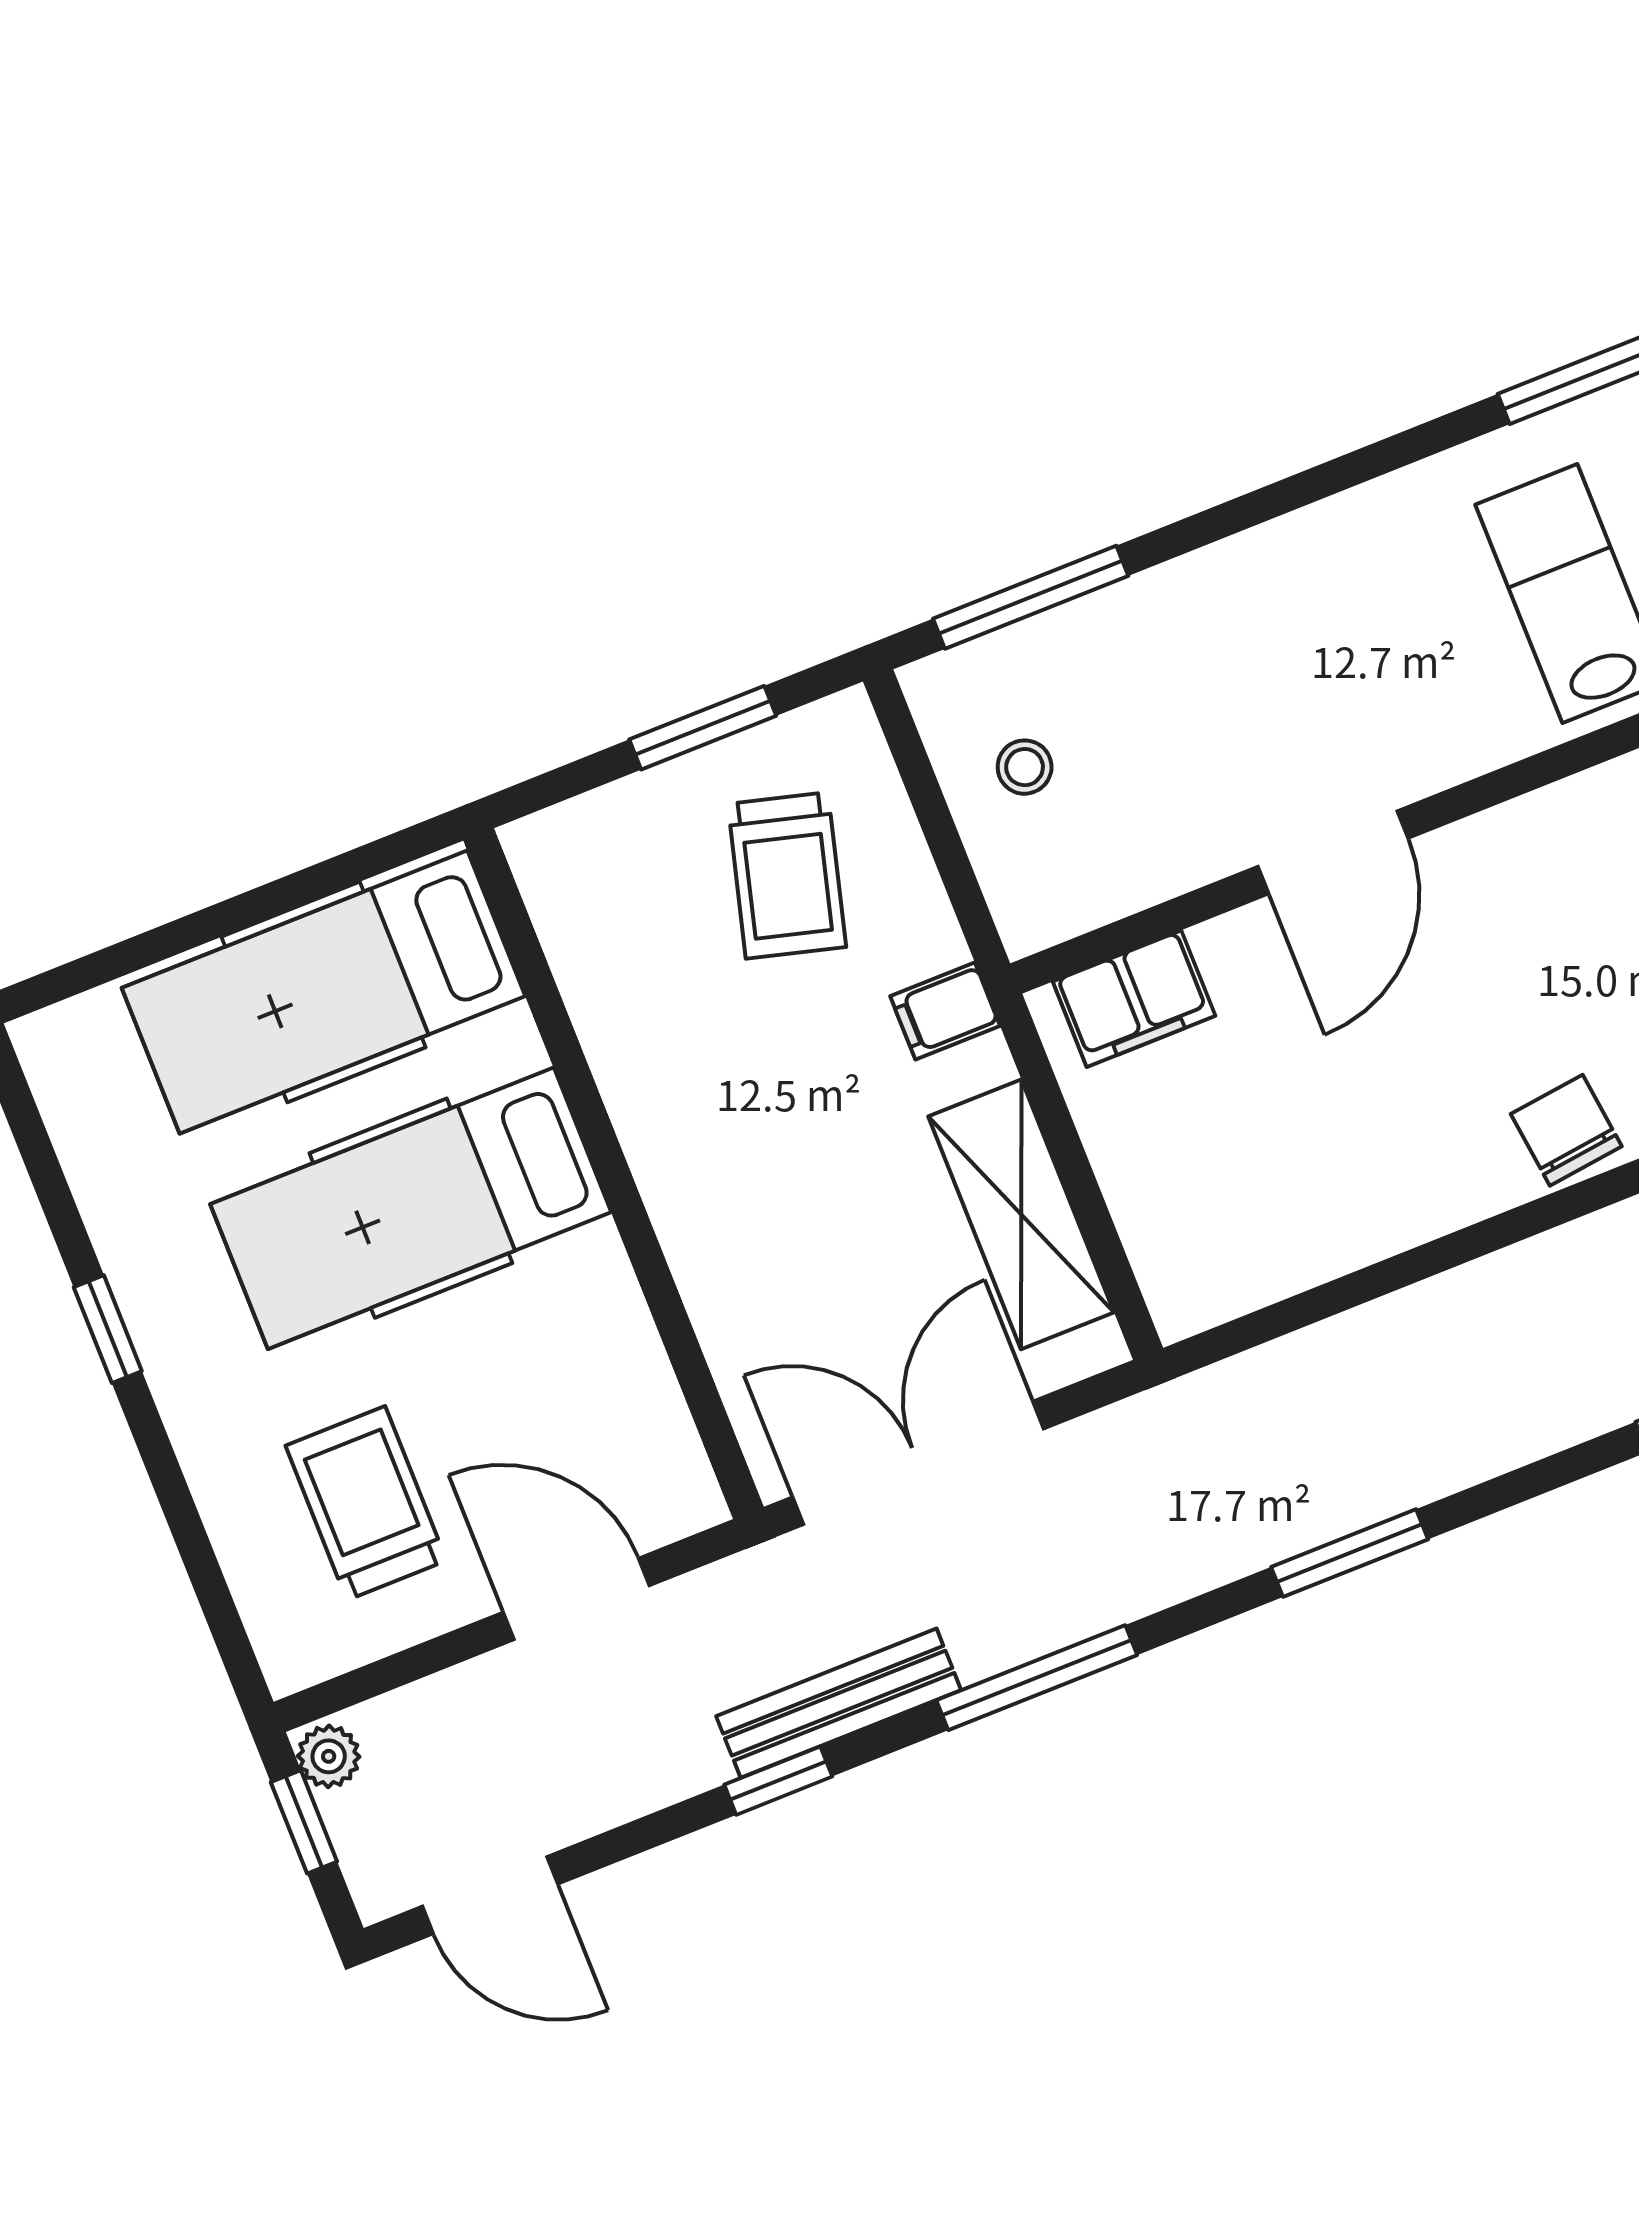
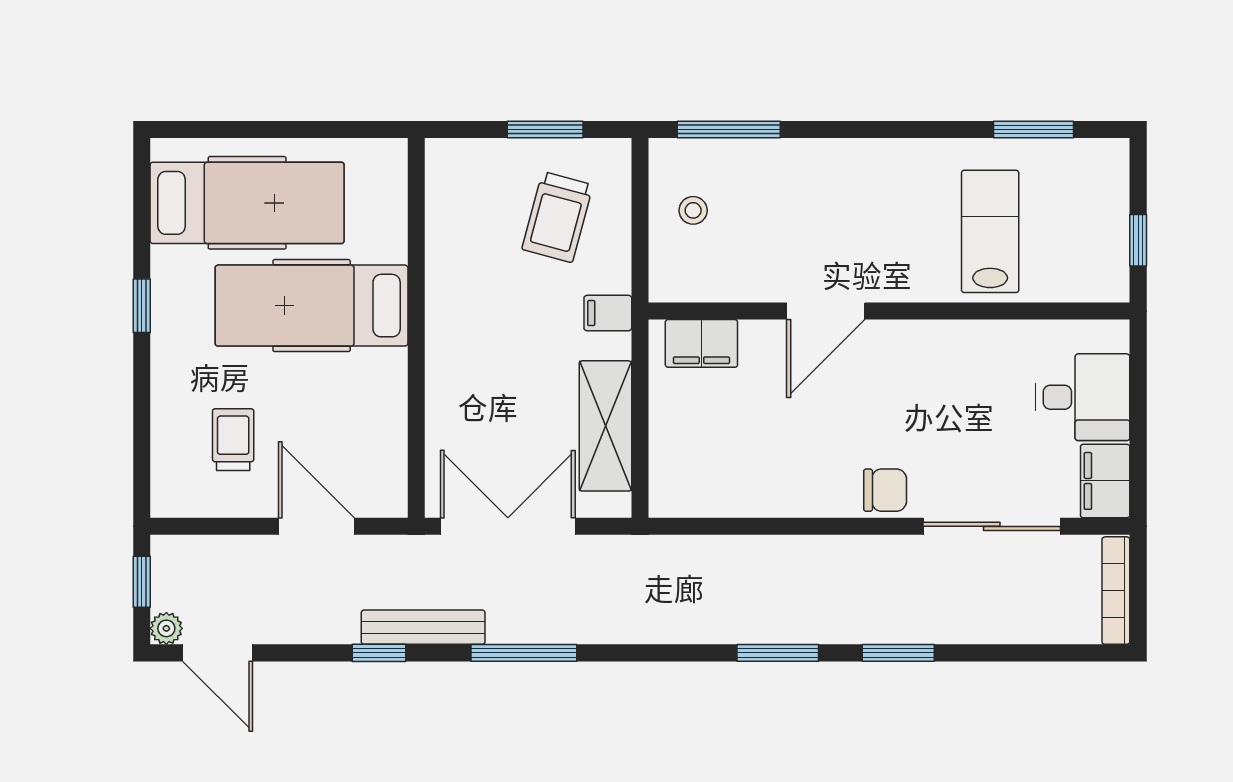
hospital bed: (324, 992) -> (247, 203), moved, turned 180
chair: (1566, 1130) -> (885, 490), turned 97
trolley: (366, 1503) -> (233, 440), width x0.73, depth x0.72
window: (1350, 1553) -> (778, 653), moved
plant: (329, 1756) -> (166, 628), moved

